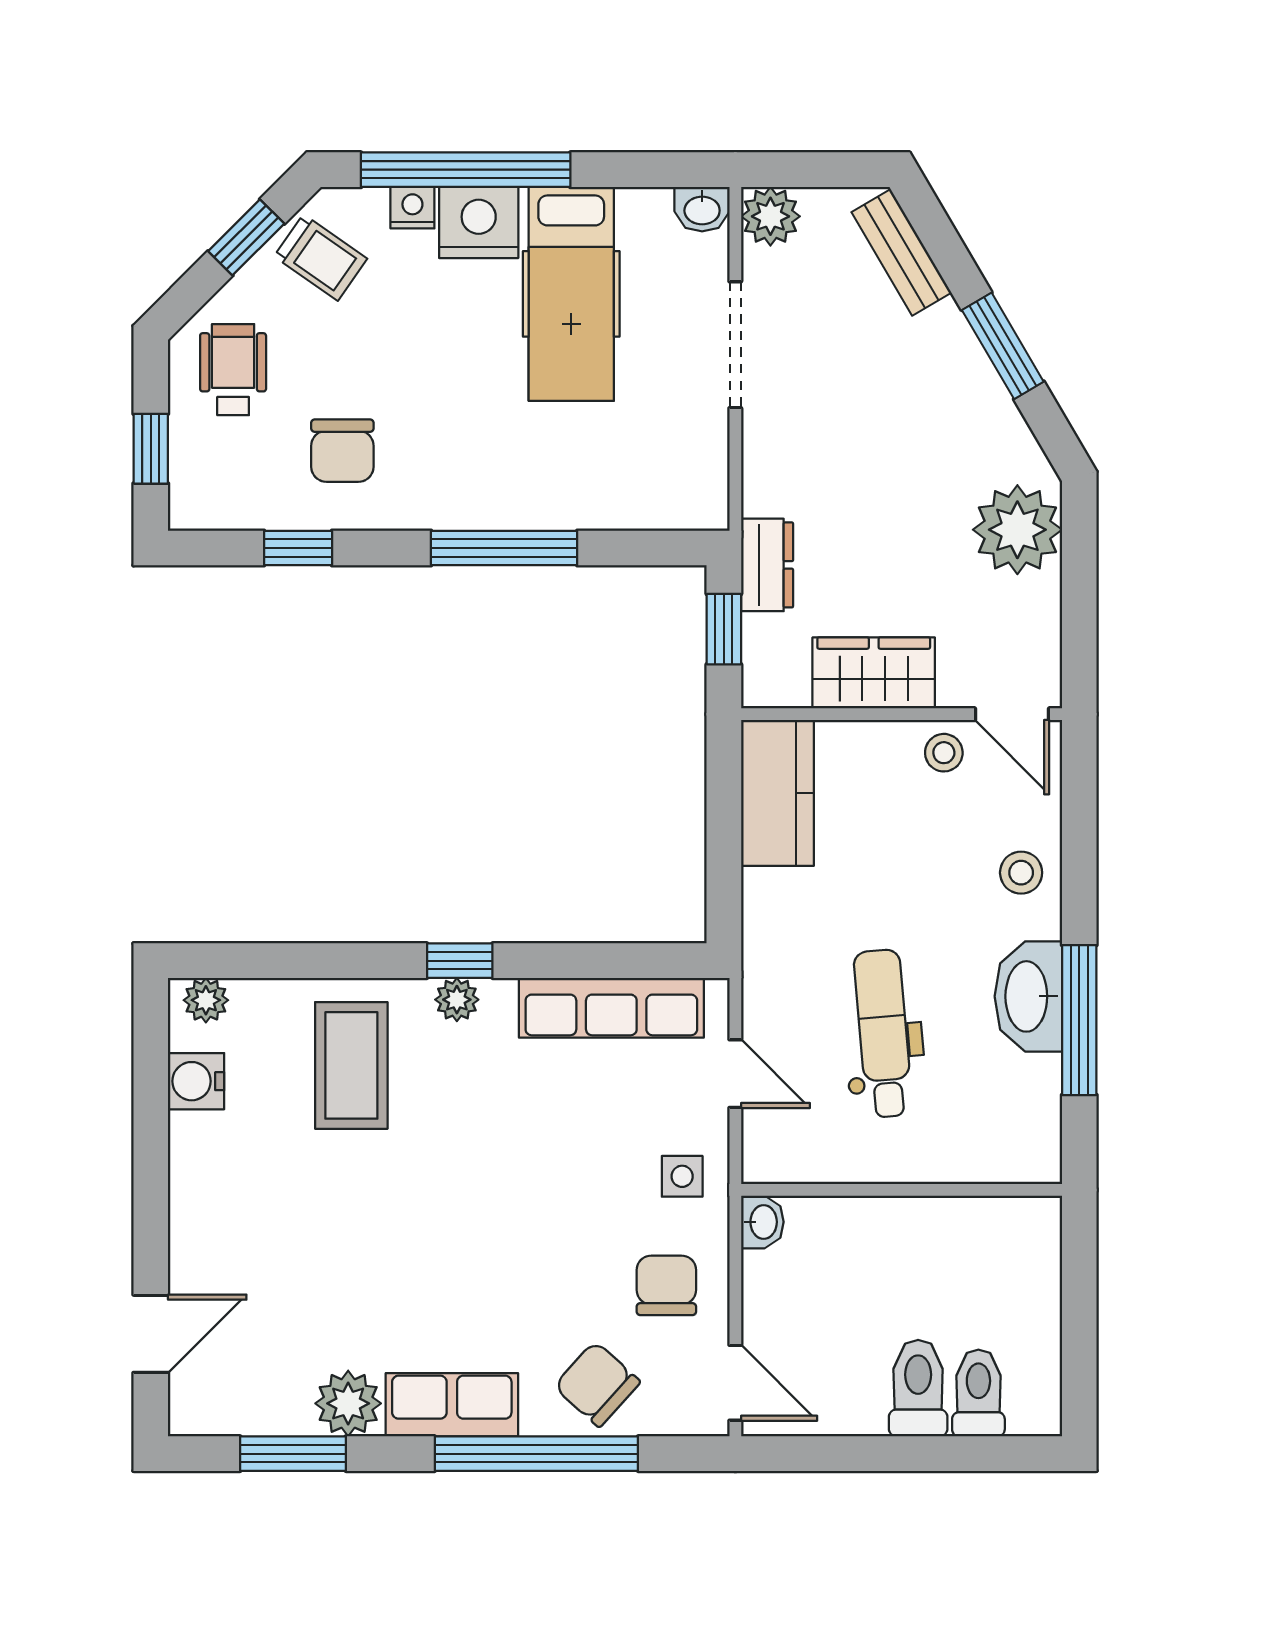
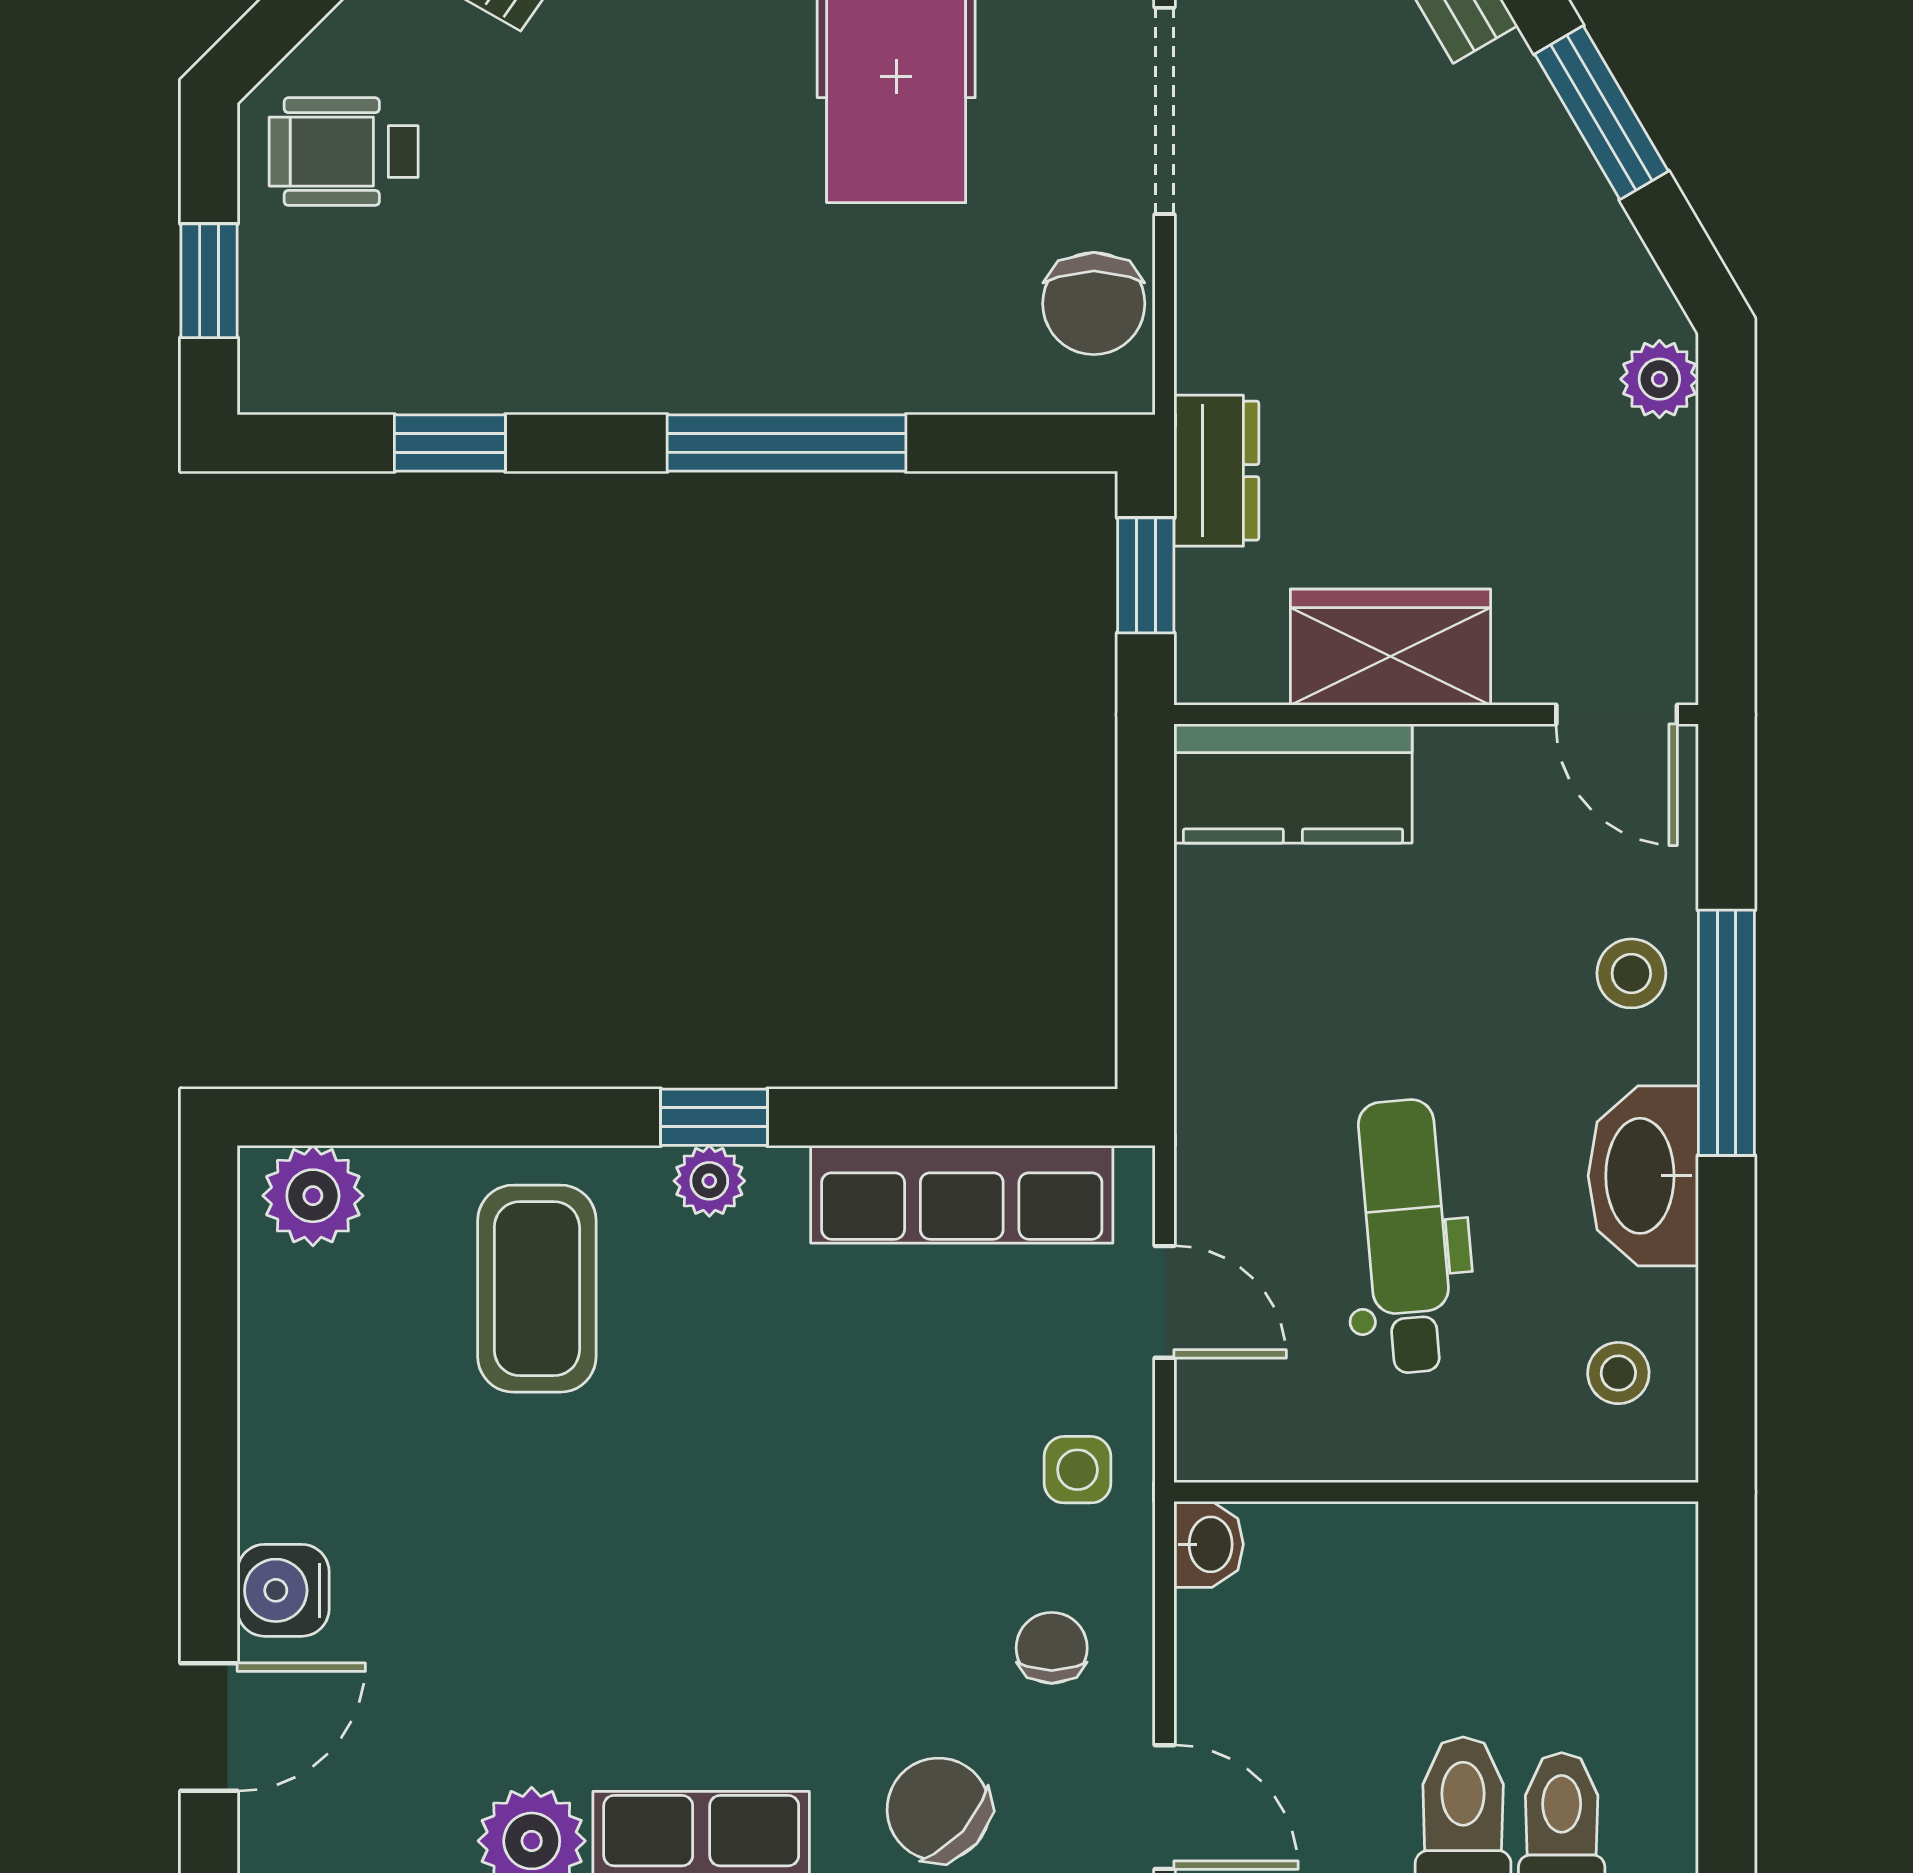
wheelchair: (233, 370) -> (344, 152), turned -90
chair: (342, 451) -> (1094, 304), moved
plant: (1017, 530) -> (1659, 379), width x0.53, depth x0.53
stool: (944, 753) -> (1618, 1373), moved
kitchen counter: (778, 793) -> (1293, 784), moved, turned 90
plant: (206, 1000) -> (313, 1196), width x1.38, depth x1.38
window: (1079, 1020) -> (1726, 1033), moved
water cooler: (196, 1081) -> (283, 1590), moved
chair: (666, 1285) -> (1052, 1648), width x0.73, depth x0.73

